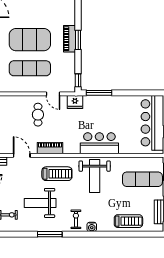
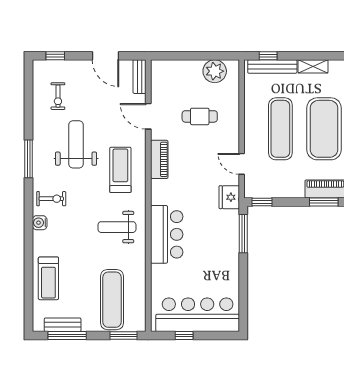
door: (53, 94) -> (242, 164), hinge flipped
cafe table: (38, 115) -> (200, 116), moved
door: (22, 155) -> (148, 116), swing flipped
treadmill: (57, 174) -> (120, 170), turned 180
weight bench: (95, 176) -> (117, 227), width x0.73, depth x0.75

